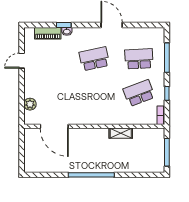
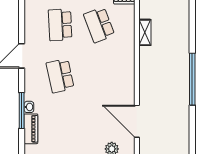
window: (64, 25) -> (22, 110), width x2.17
door: (54, 126) -> (137, 121), swing flipped
shelving: (121, 133) -> (145, 32), moved

